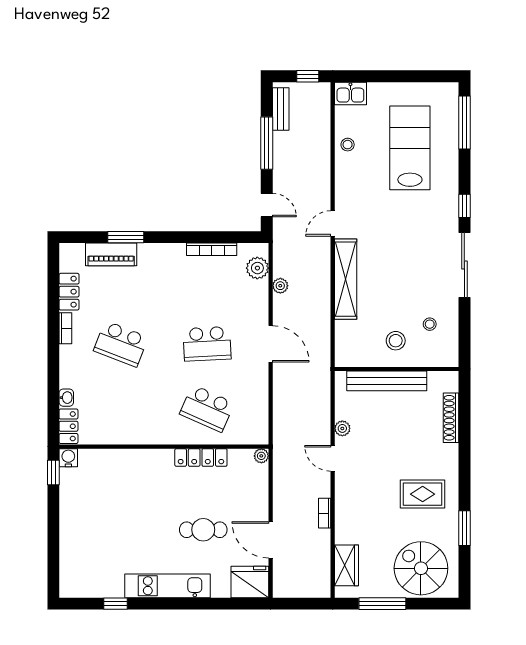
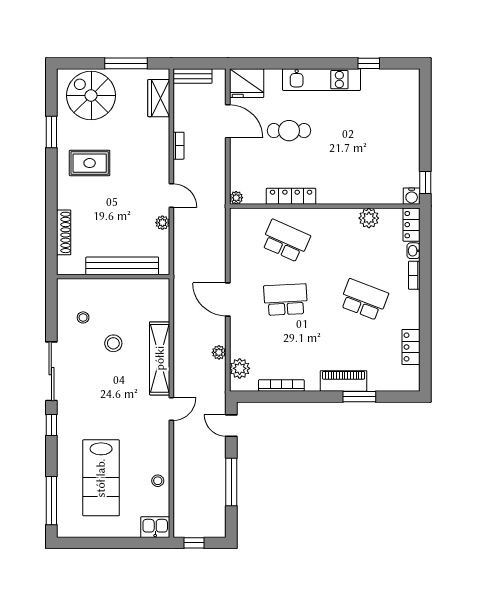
bench: (281, 109) -> (192, 76), moved, turned 90
piano: (111, 254) -> (344, 381), moved
bookcase: (65, 328) -> (414, 275), moved
stool: (396, 341) -> (113, 343), moved
plant: (115, 433) -> (369, 218), added
spiral stairs: (421, 568) -> (91, 96), turned 180

